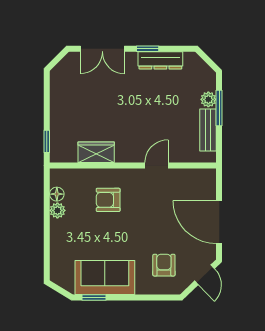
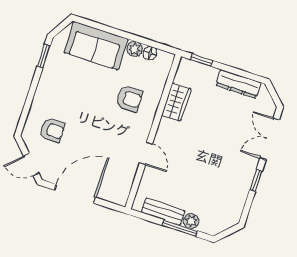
dresser: (160, 60) -> (238, 84), moved, turned -90
armchair: (108, 200) -> (129, 99), turned 90
sofa: (105, 278) -> (96, 46), moved, turned 90

